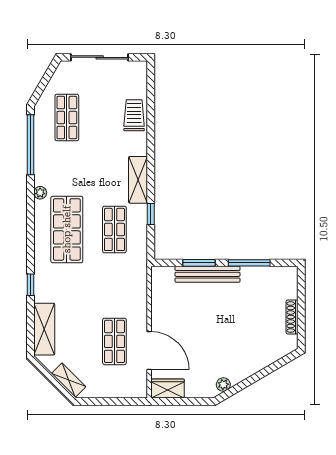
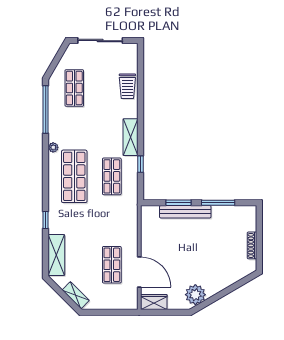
trolley: (134, 115) -> (127, 86), turned 180
plant: (223, 385) -> (195, 295), width x1.88, depth x1.88

